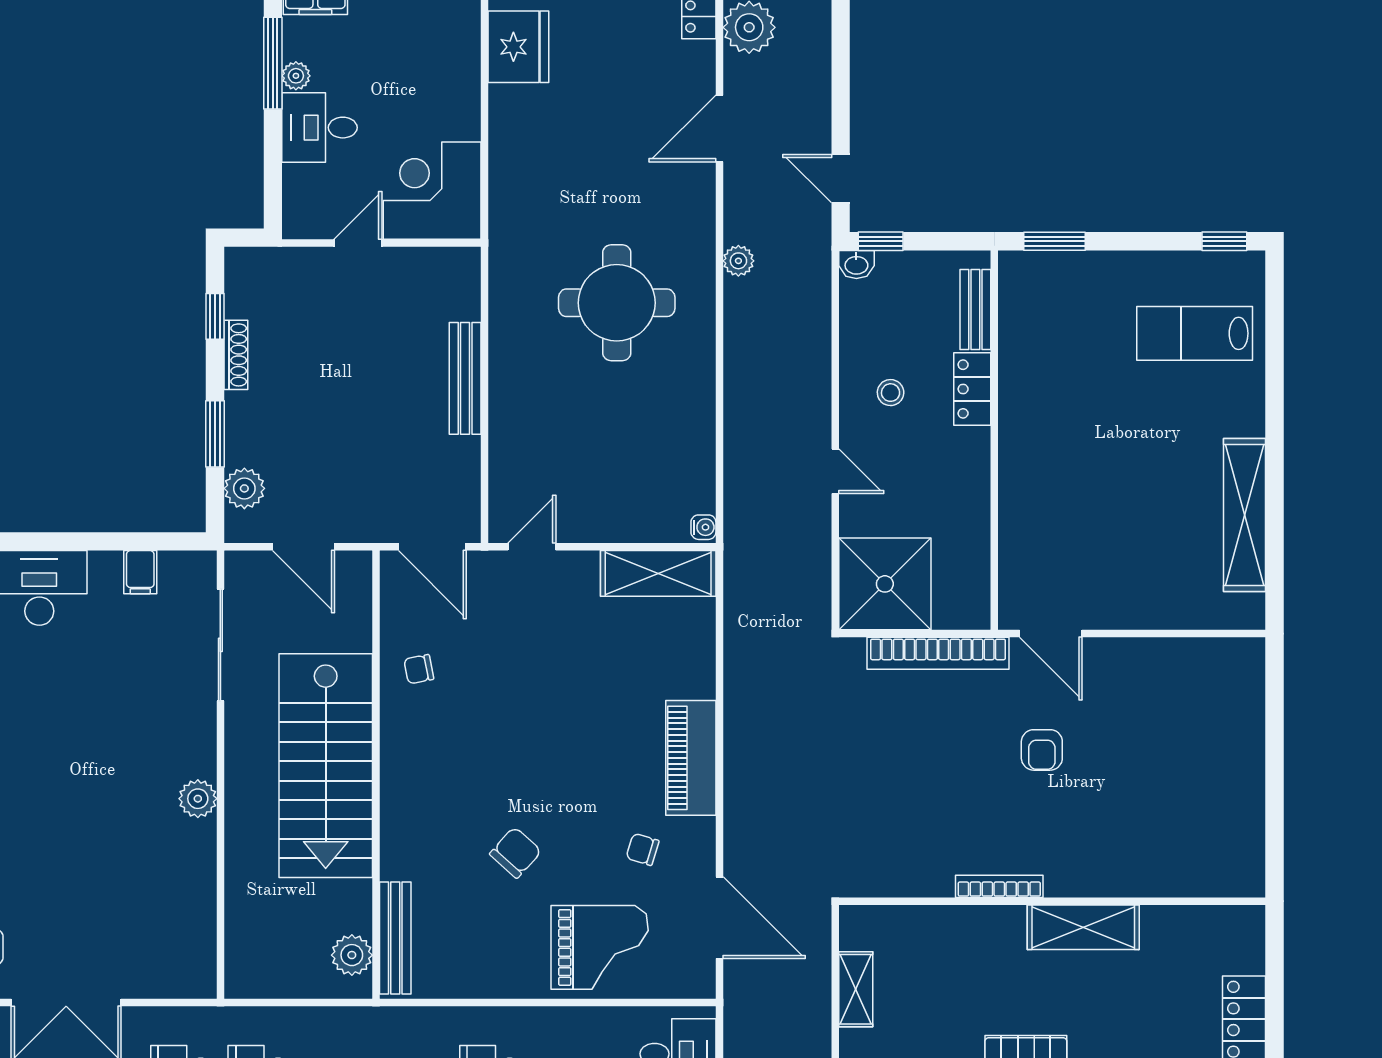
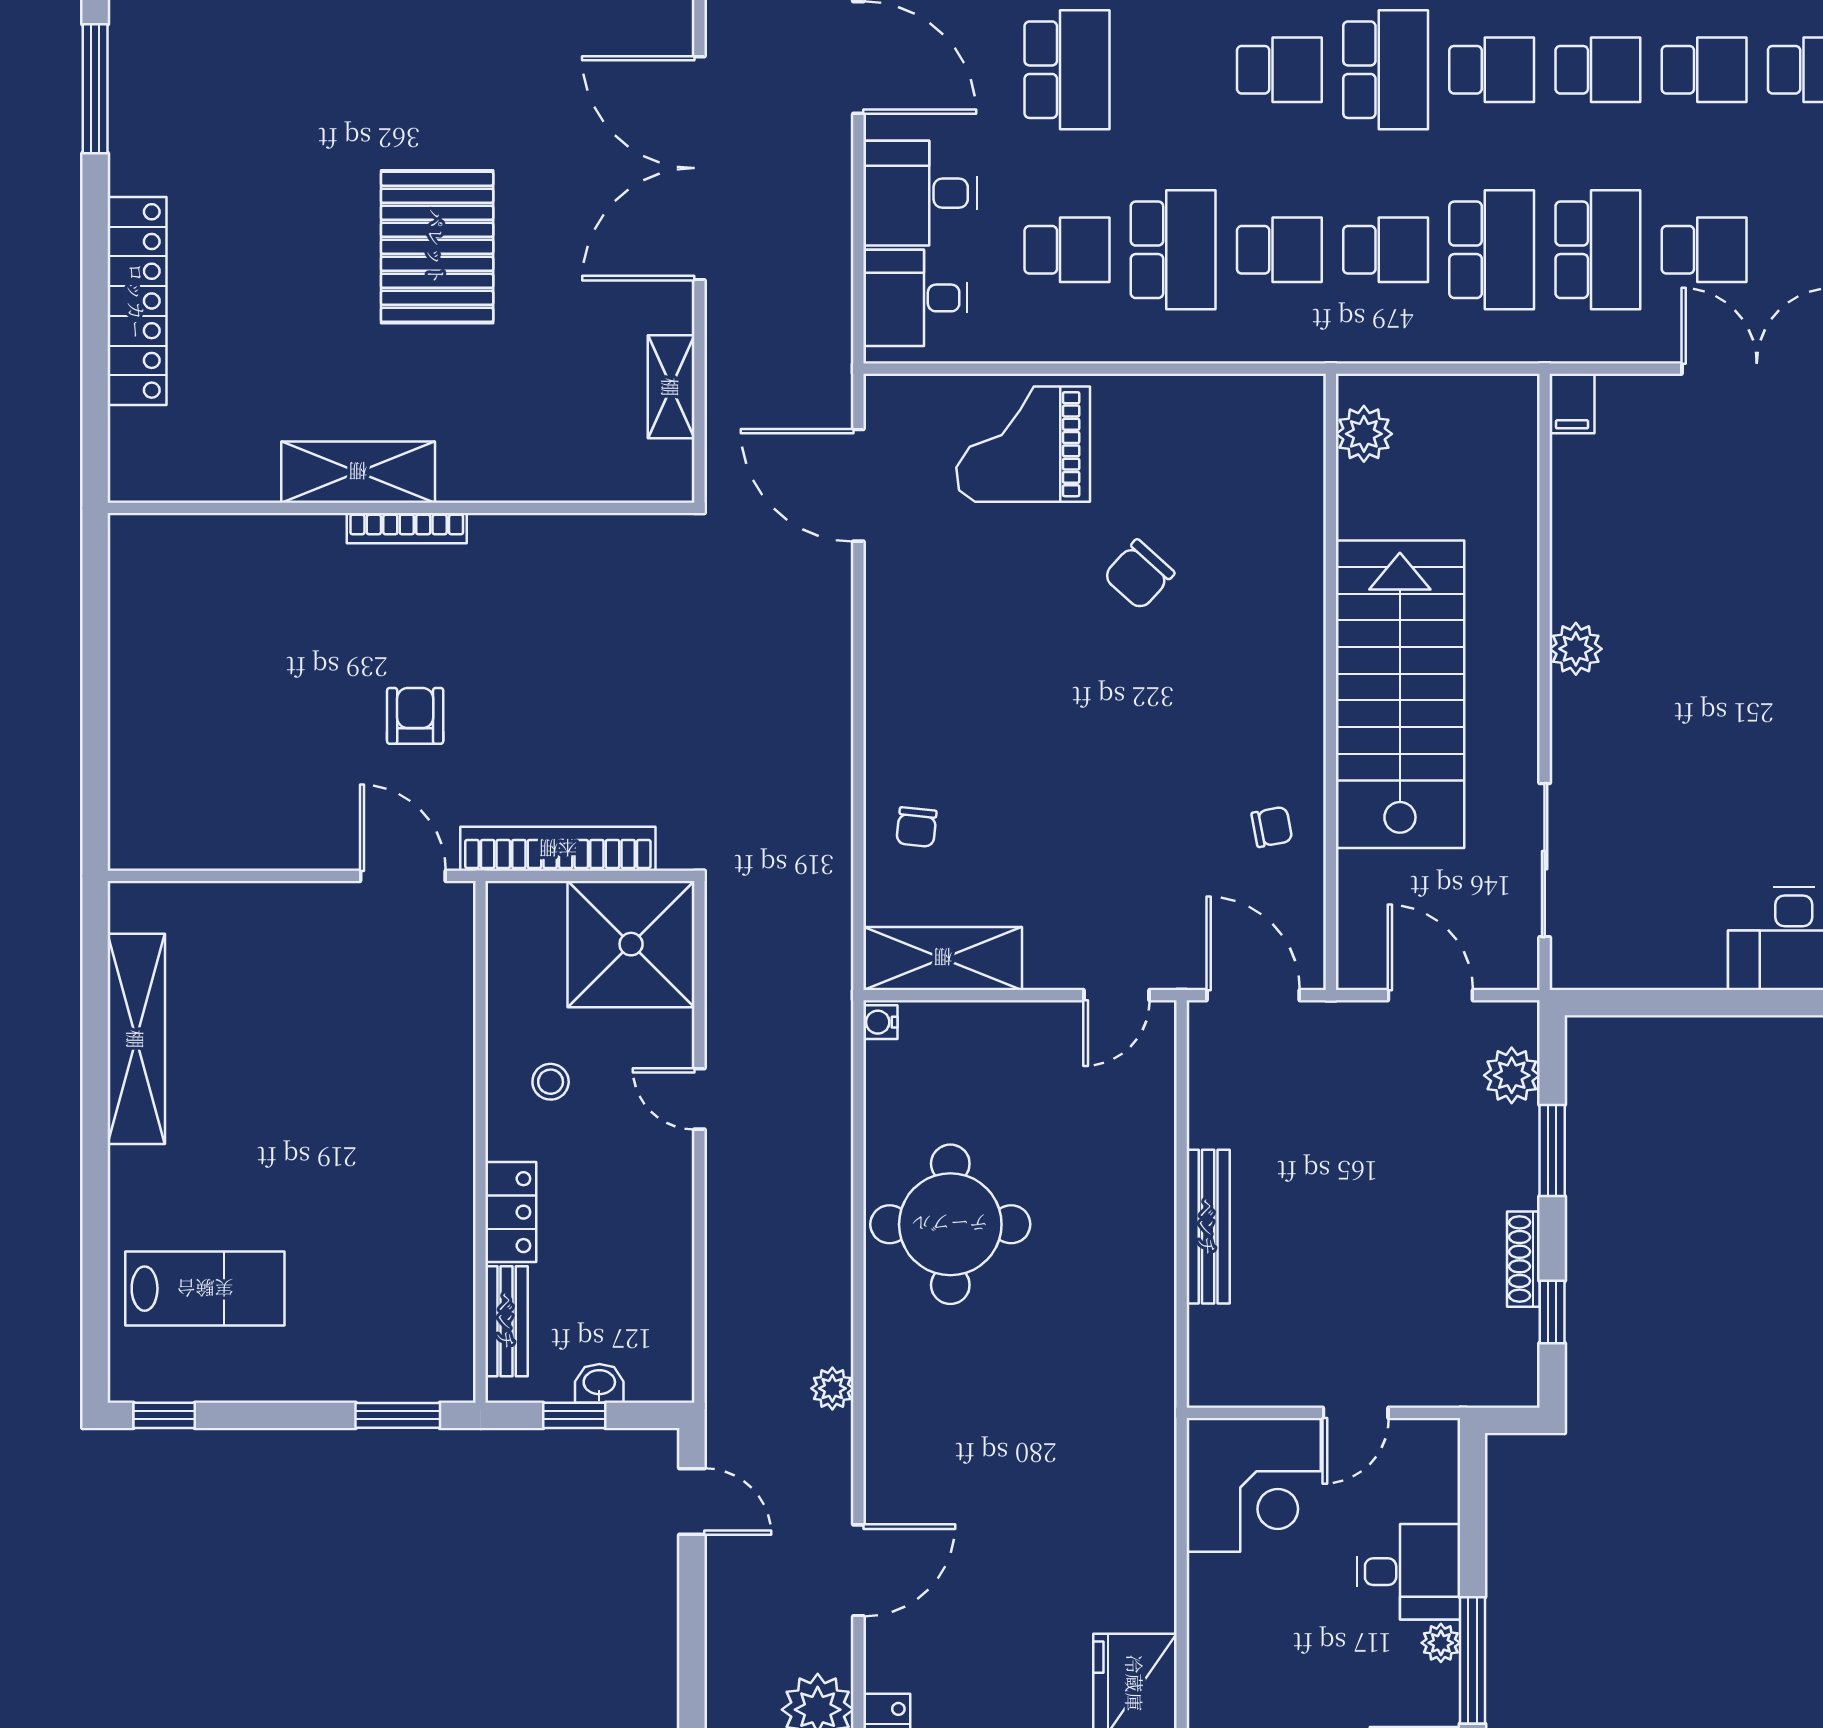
window: (881, 241) -> (574, 1415), moved
washbasin: (856, 265) -> (599, 1383), moved
round table: (617, 303) -> (950, 1224), moved
stool: (891, 393) -> (551, 1082), moved
filing cabinet: (140, 572) -> (1572, 403), moved, turned 180
piano: (691, 758) -> (898, 705), removed
chair: (643, 849) -> (916, 827), moved, turned 79
bookcase: (999, 886) -> (407, 528), moved
bench: (395, 938) -> (1304, 457), removed

